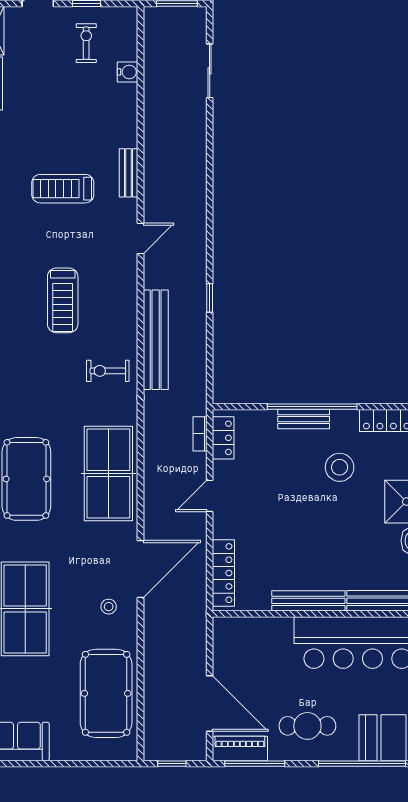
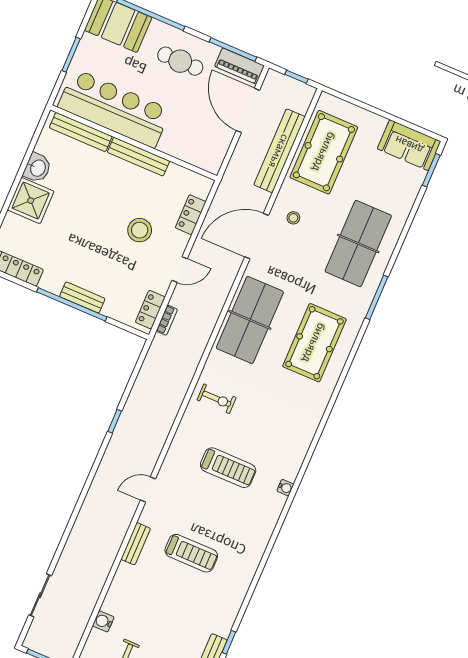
treadmill: (63, 300) -> (228, 468), turned 90
bench: (156, 340) -> (279, 151), moved
stool: (340, 467) -> (140, 230), moved
locker: (223, 573) -> (191, 215), width x0.66

